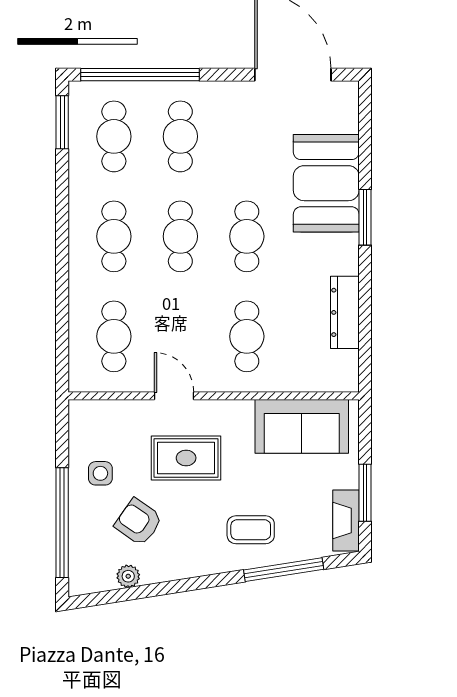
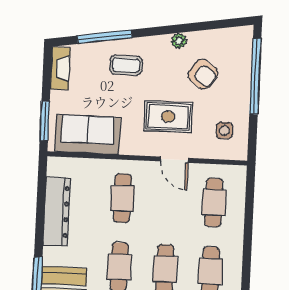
dresser: (345, 312) -> (57, 212), width x1.37, depth x1.24
side table: (100, 473) -> (224, 130), moved
window: (365, 493) -> (45, 121), moved
plant: (128, 576) -> (179, 41), moved

